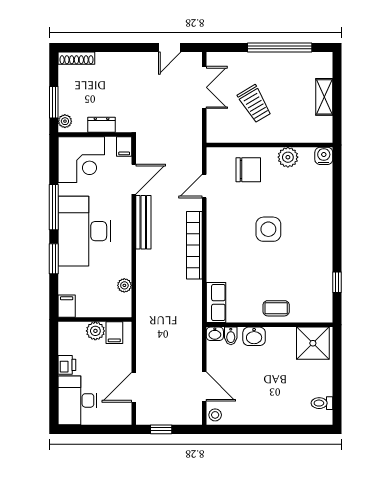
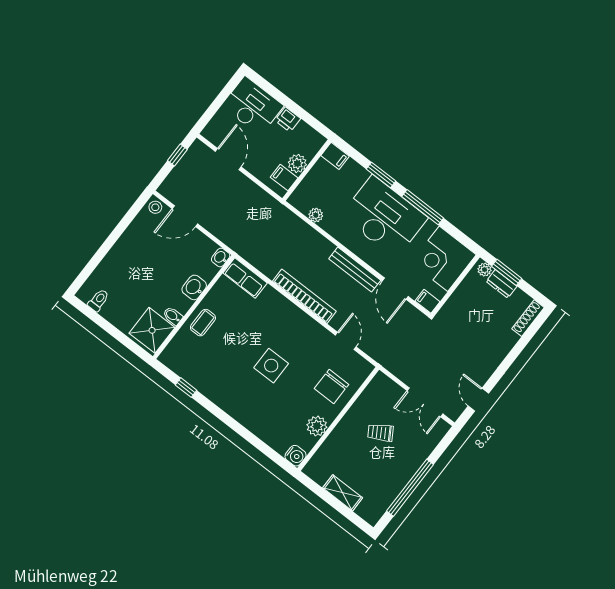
trolley: (255, 104) -> (380, 433), width x0.73, depth x0.72
dresser: (102, 125) -> (501, 284), moved, turned 90
bidet: (231, 336) -> (173, 316), moved

